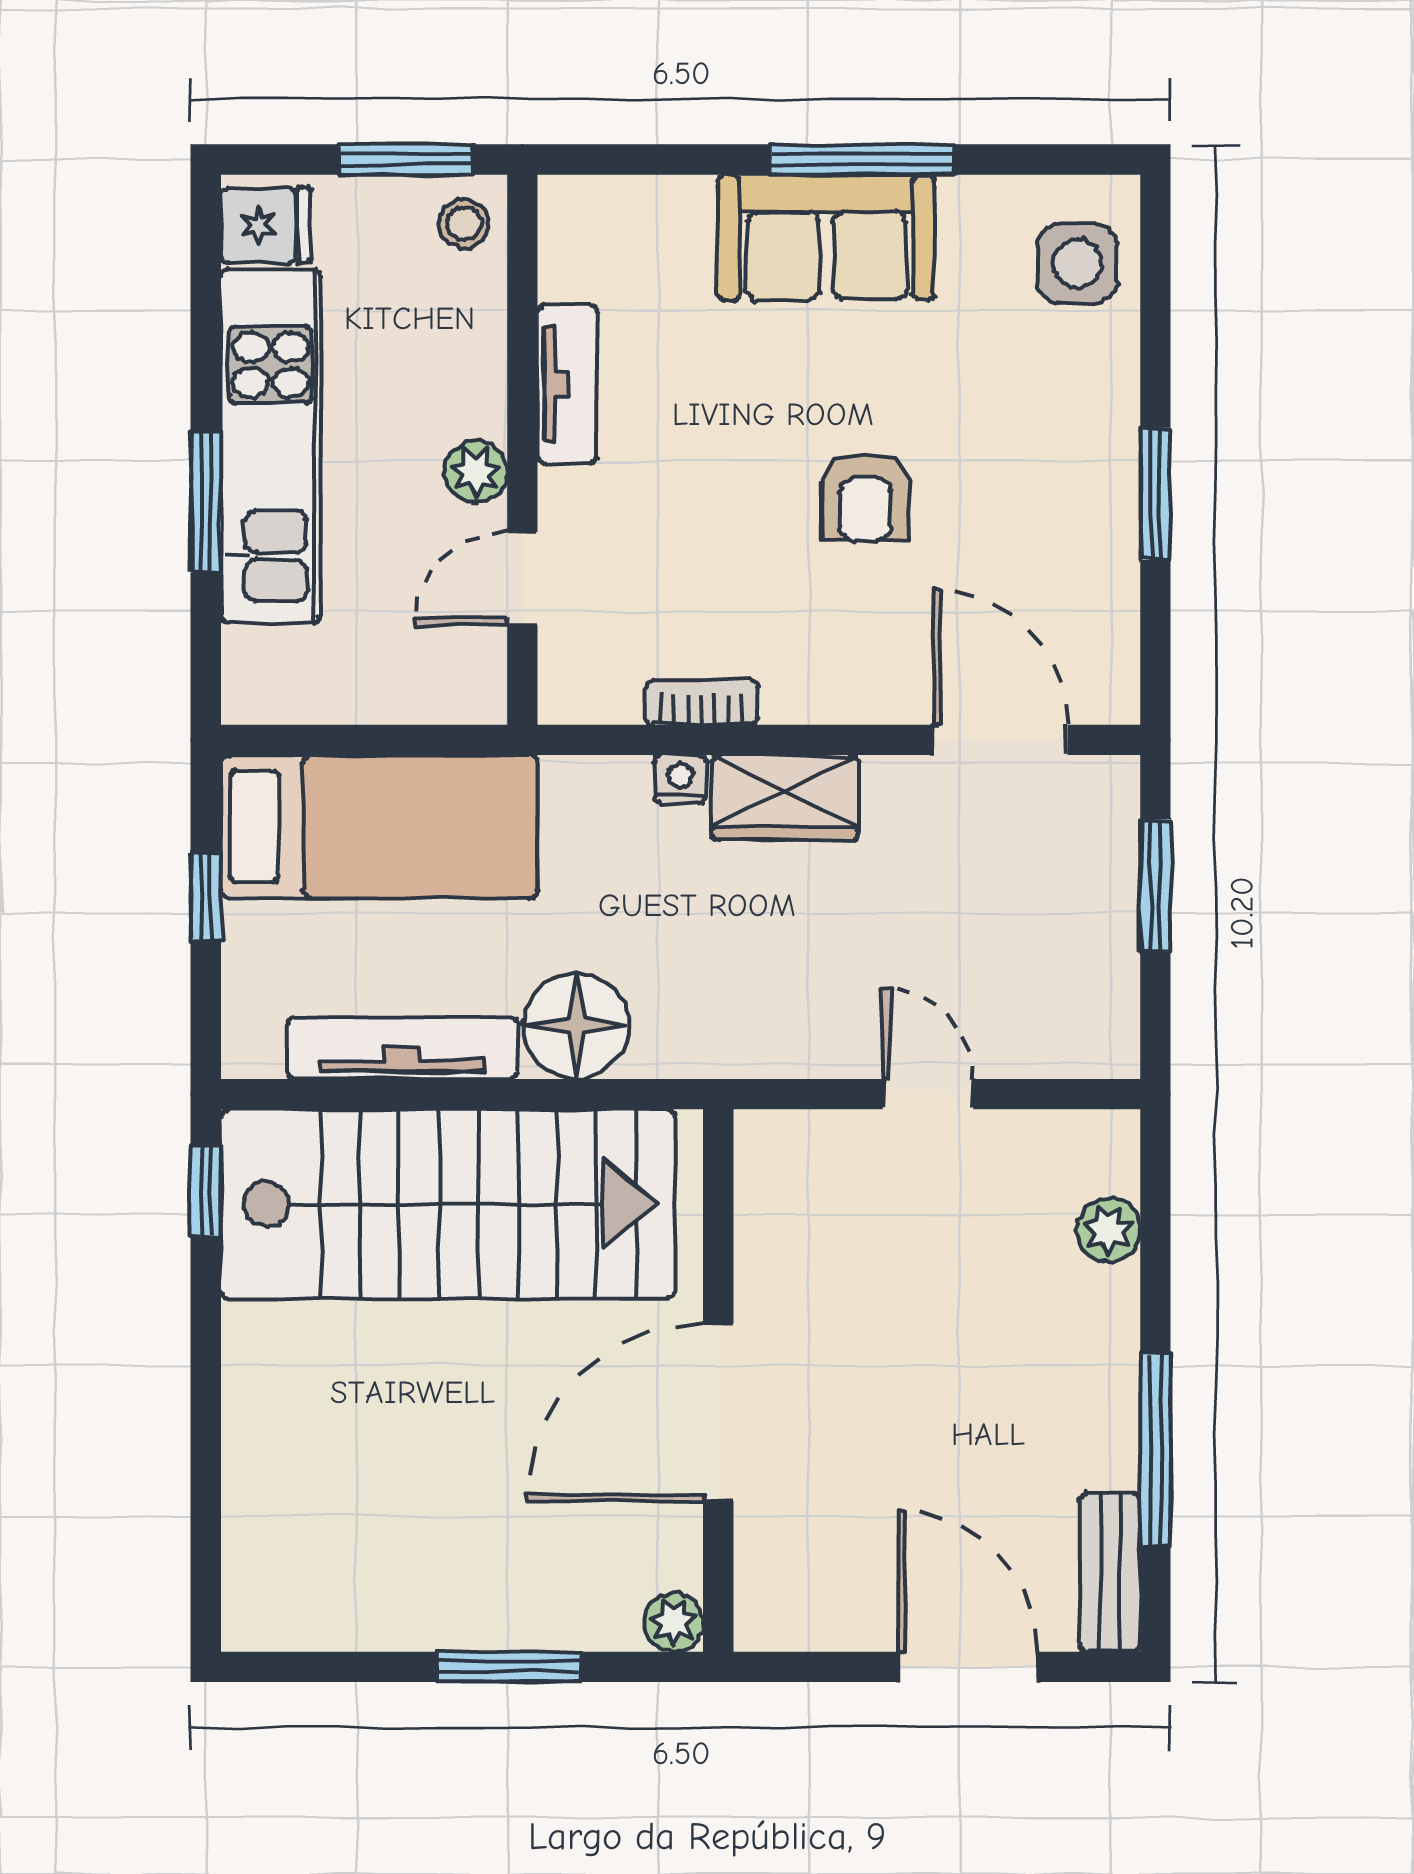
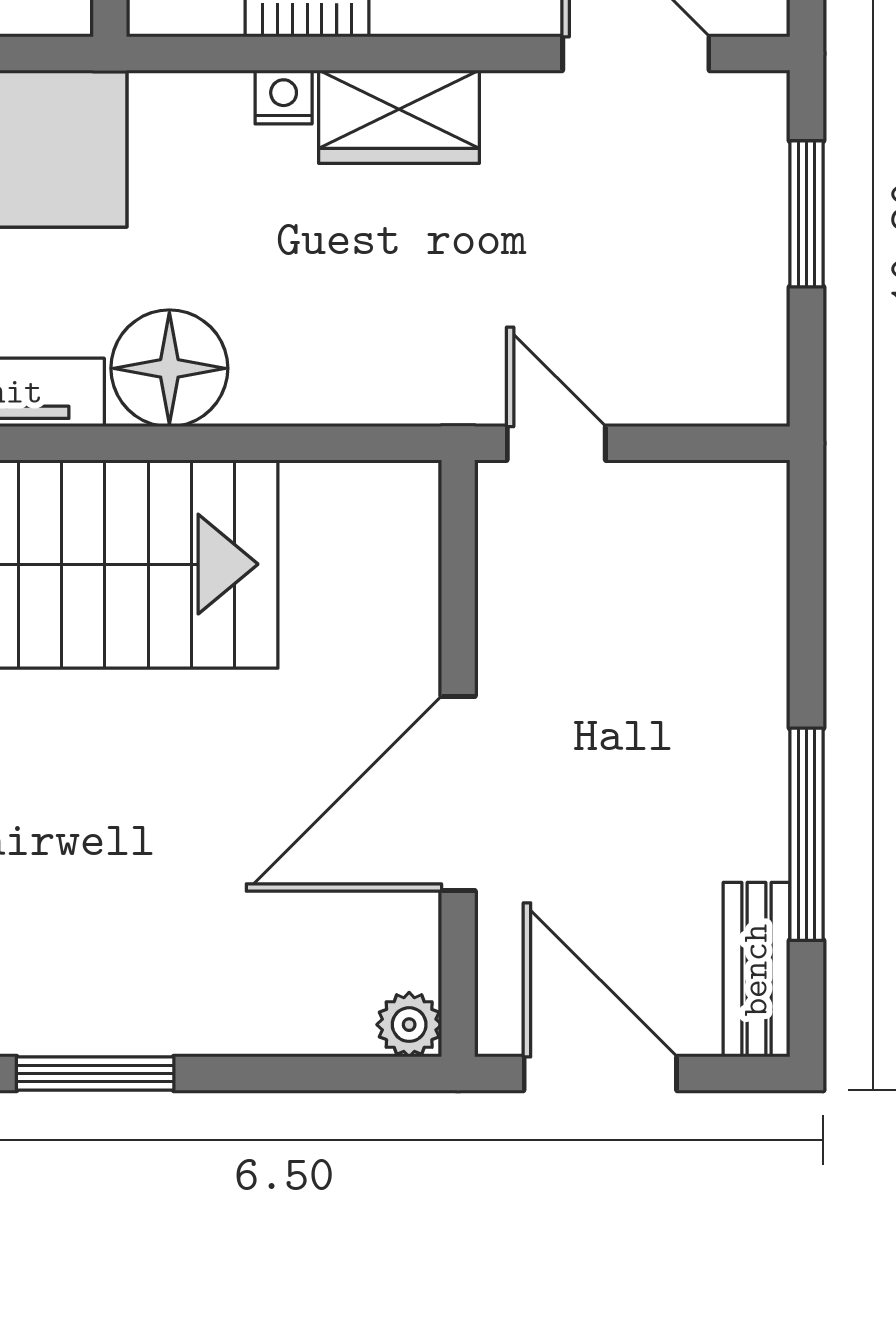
plant: (1108, 1230) -> (755, 593), removed
wall: (718, 1381) -> (458, 758), moved
door: (718, 1412) -> (458, 794), moved
plant: (674, 1622) -> (409, 1025), moved

